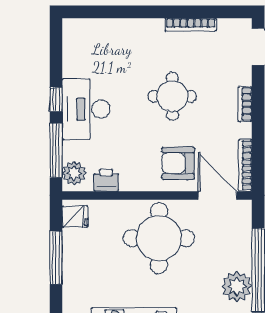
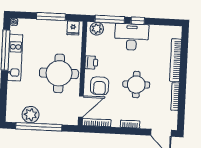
bookcase: (125, 27) -> (176, 60), added
armchair: (178, 163) -> (100, 86), turned 180
printer: (106, 180) -> (91, 62), moved

